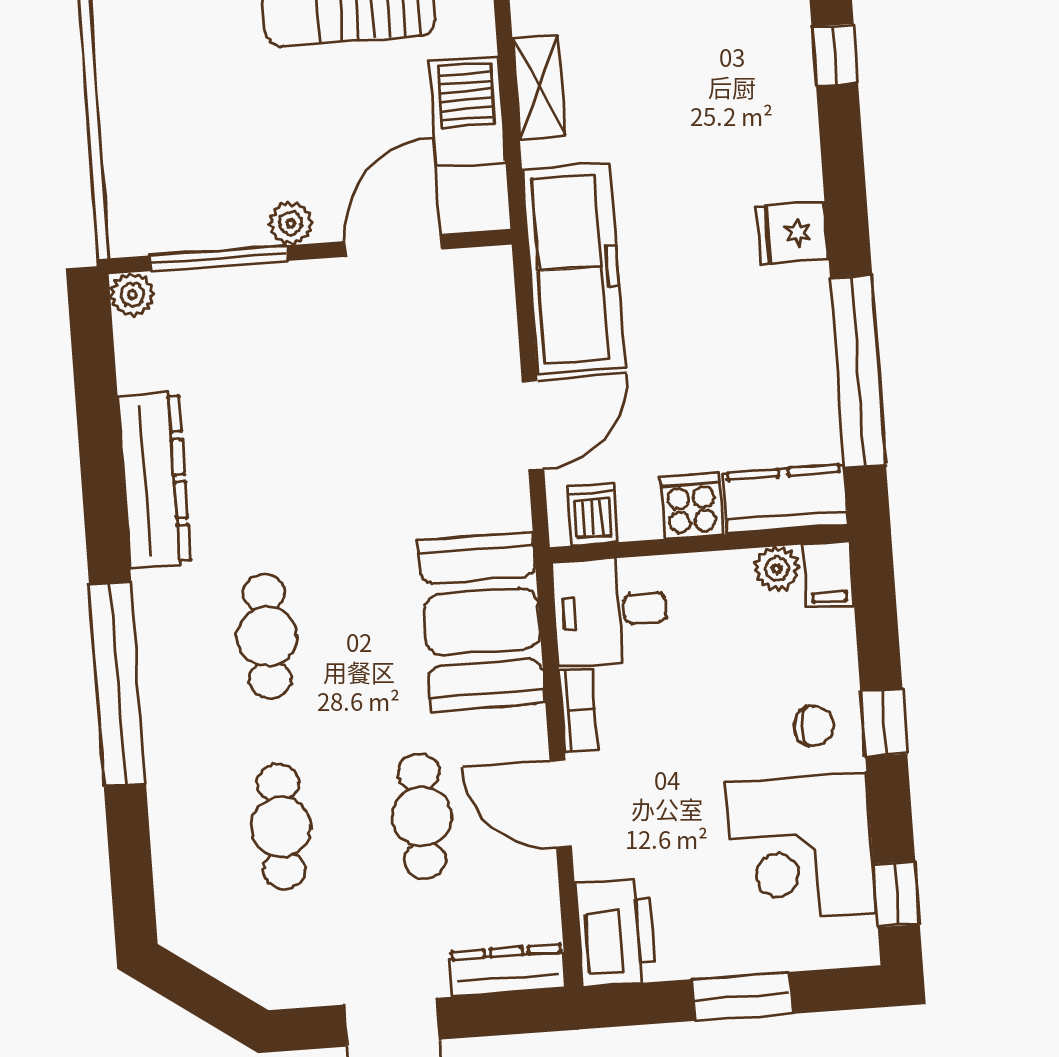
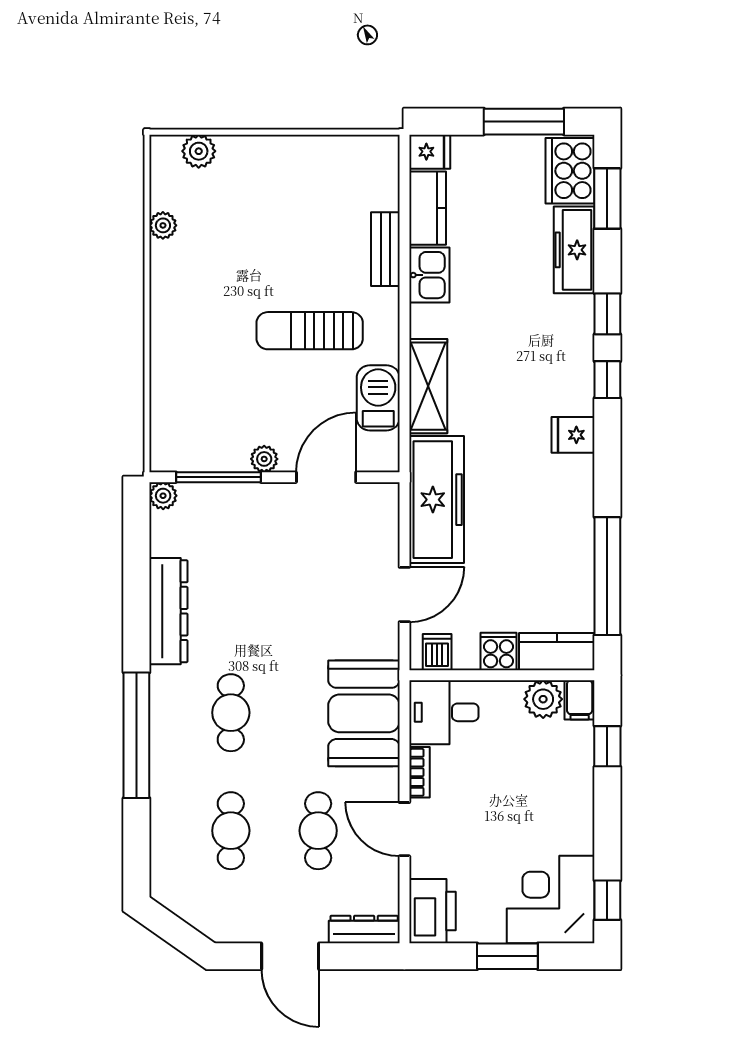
shelving: (539, 87) -> (428, 386), width x1.50, depth x1.33
fridge: (792, 233) -> (573, 435), moved
plant: (777, 569) -> (543, 699), width x1.38, depth x1.38
window: (884, 722) -> (607, 746), moved
chair: (814, 726) -> (564, 793), removed
corner desk: (801, 848) -> (551, 900), moved, turned 90

